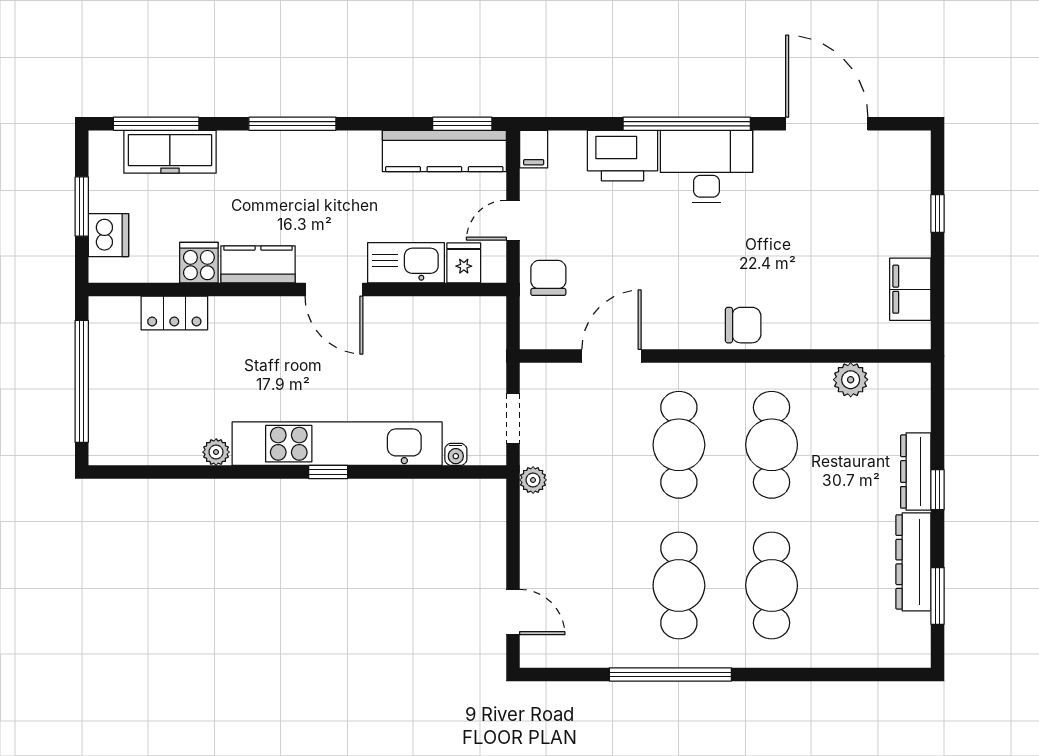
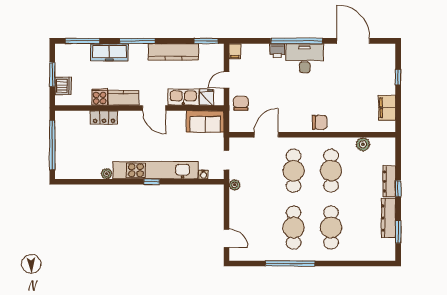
kitchen counter: (444, 151) -> (174, 52), moved
freezer: (170, 152) -> (109, 52), moved
printer: (623, 156) -> (277, 51), width x0.53, depth x0.68
locker: (174, 313) -> (104, 117), moved
sofa: (460, 323) -> (205, 121), added

